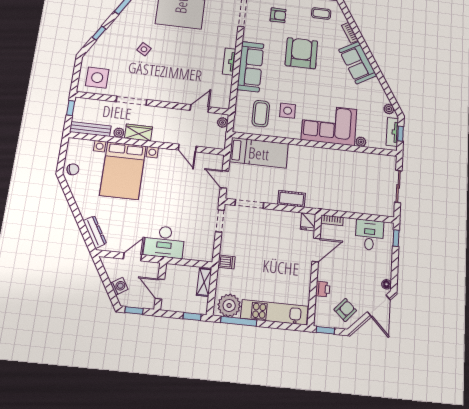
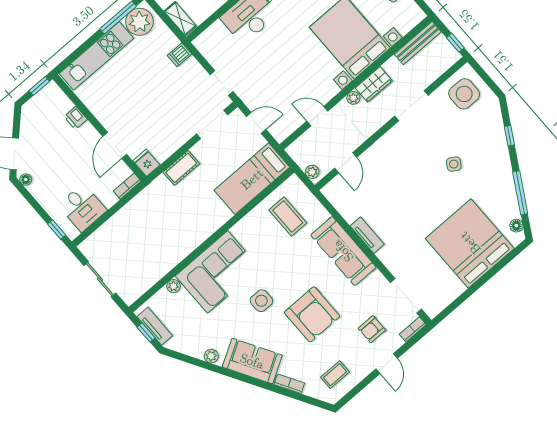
plant: (389, 109) -> (211, 356), moved
side table: (288, 111) -> (261, 301), moved
plant: (119, 133) -> (353, 98), moved
armchair: (345, 310) -> (39, 120), removed

